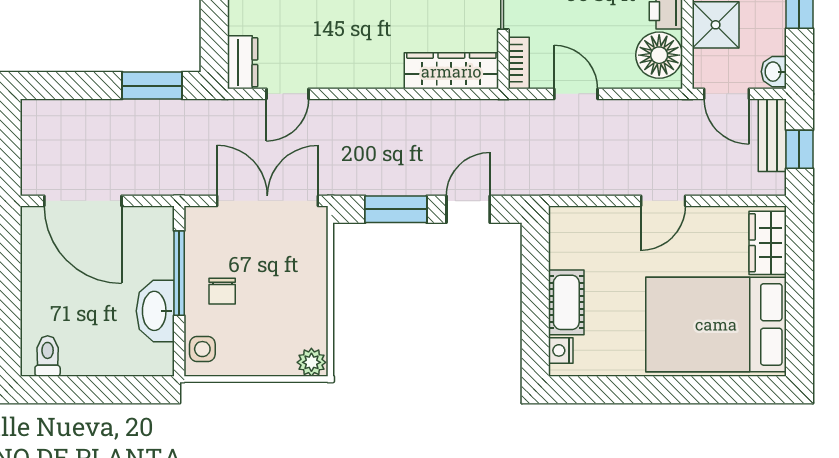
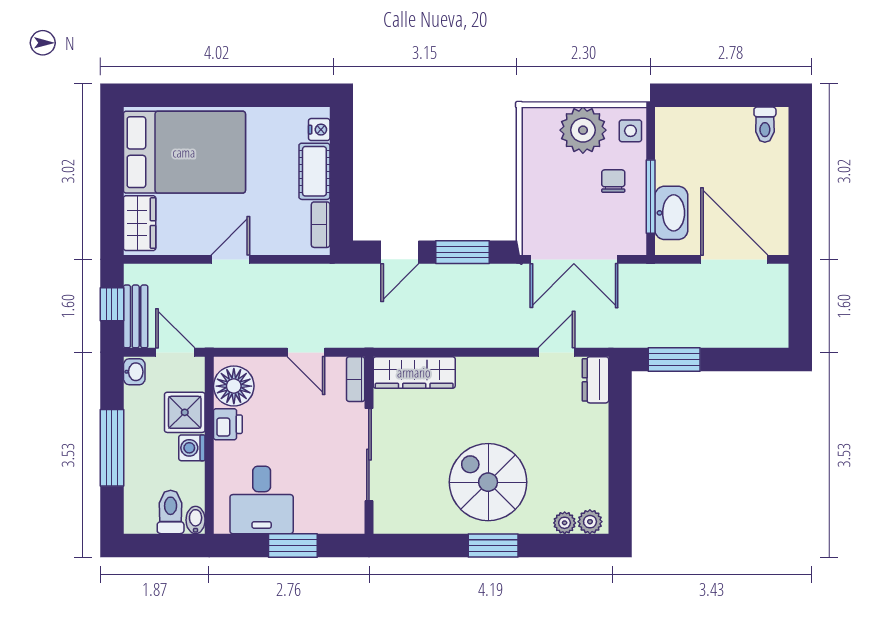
bookcase: (559, 241) -> (321, 225), added
washbasin: (155, 311) -> (671, 213), moved
plant: (311, 362) -> (583, 130), moved, width x1.88, depth x1.88

